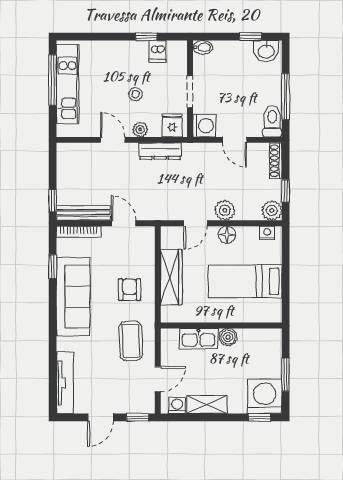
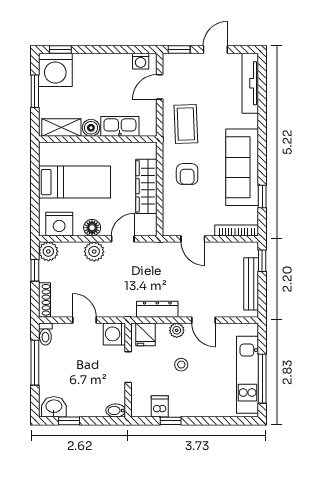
toilet: (272, 121) -> (45, 334), width x0.73, depth x0.72
bench: (83, 213) -> (251, 284), moved, turned 90
nightstand: (267, 233) -> (59, 224), width x1.89, depth x1.79
shelving: (207, 405) -> (61, 127), moved

